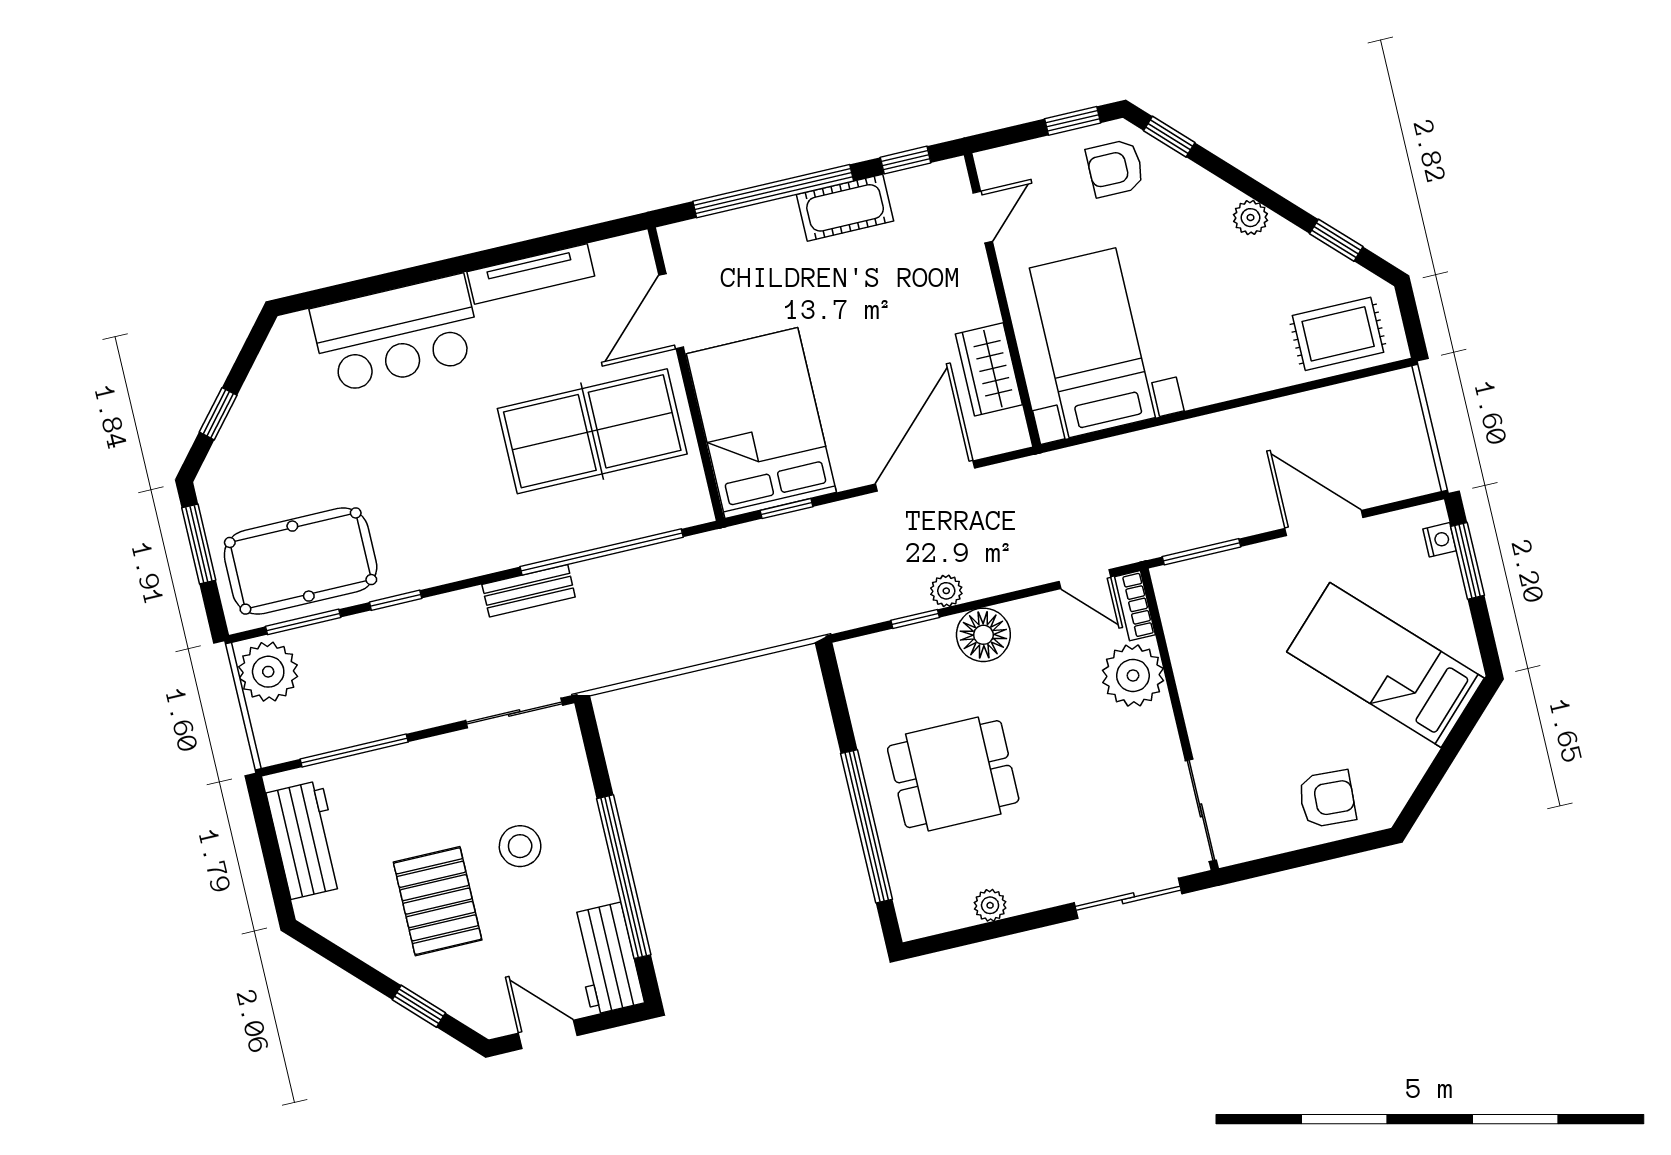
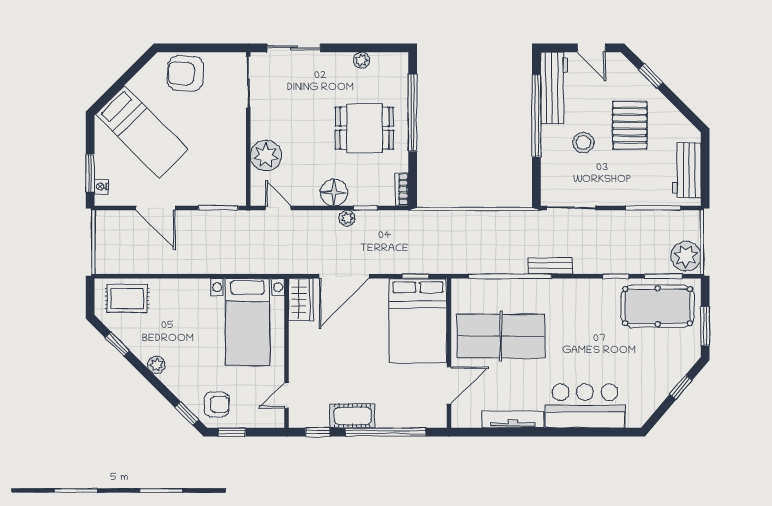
wardrobe: (989, 369) -> (301, 300), moved
bookcase: (1135, 606) -> (402, 189), moved, turned 180
armchair: (1327, 799) -> (186, 73), width x1.38, depth x1.38
workbench: (607, 958) -> (554, 88), width x1.37

